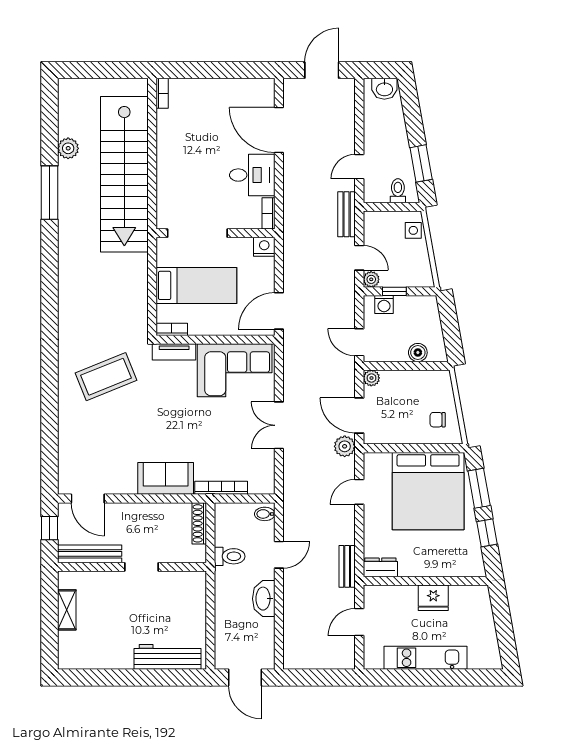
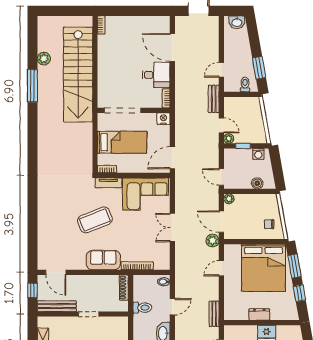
side table: (413, 230) -> (254, 109), removed
washing machine: (384, 305) -> (258, 154), moved
coffee table: (106, 377) -> (95, 220), moved
dresser: (380, 567) -> (259, 314), moved

